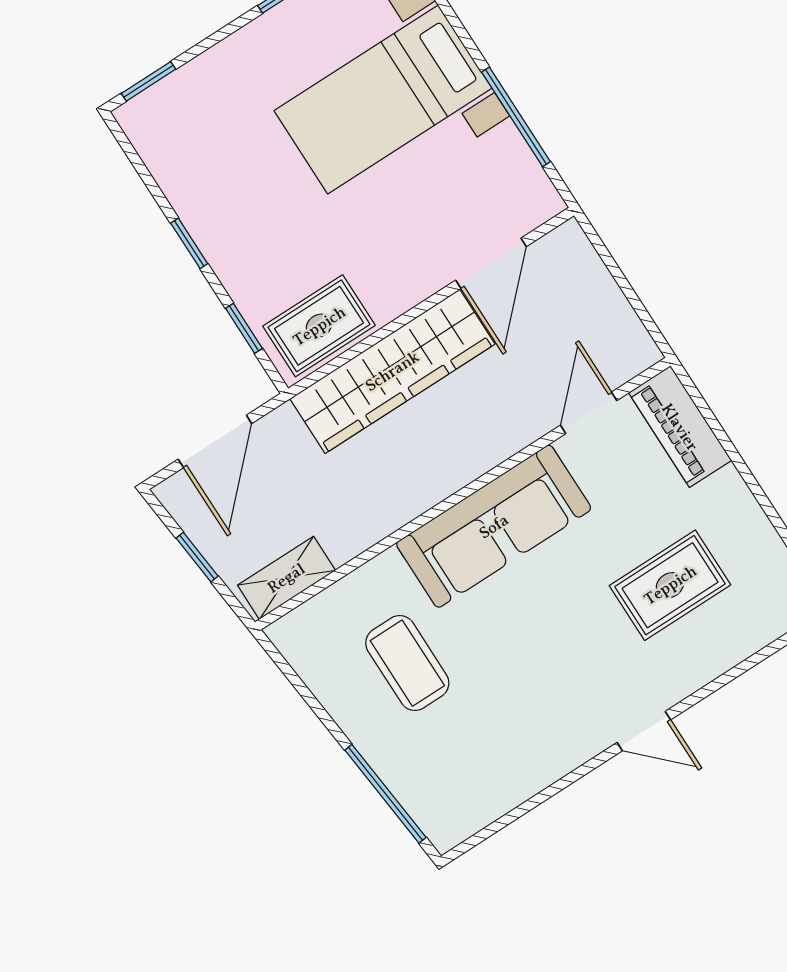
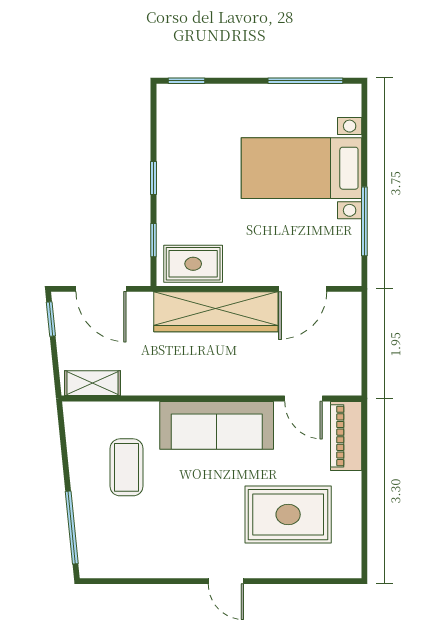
door: (589, 413) -> (303, 398), swing flipped
door: (215, 441) -> (101, 289), hinge flipped
window: (197, 557) -> (51, 319), moved
rug: (670, 585) -> (288, 515), width x1.36, depth x1.43

